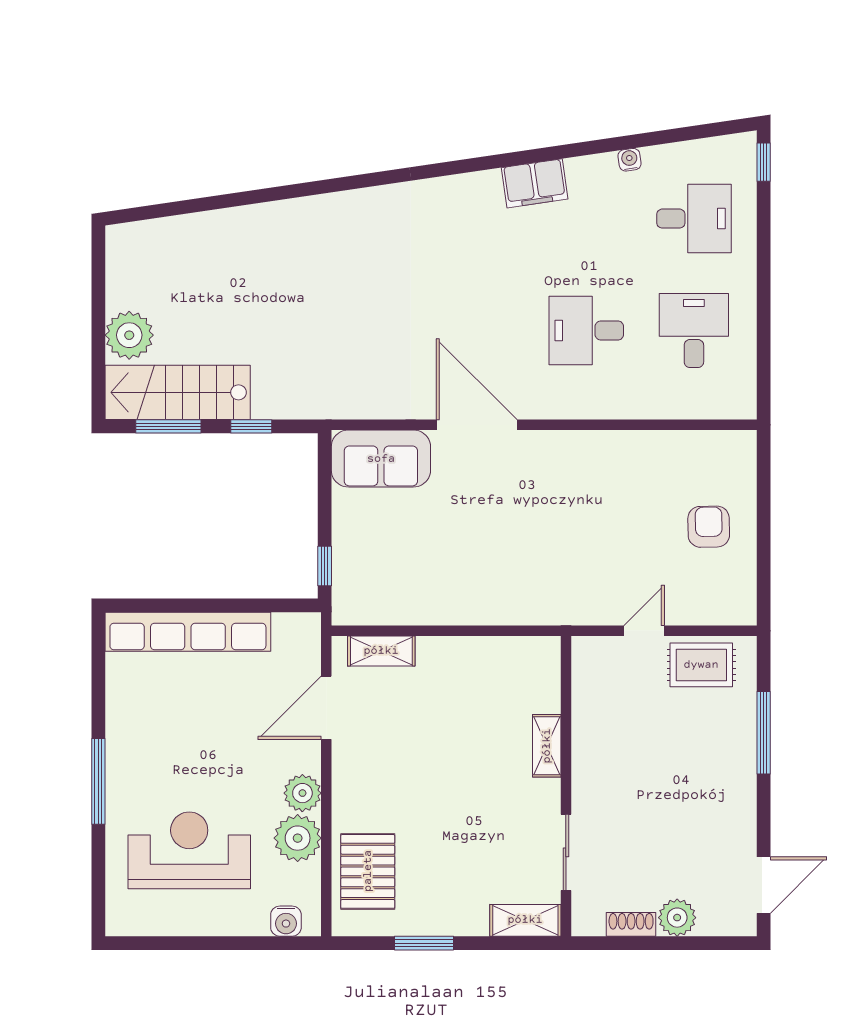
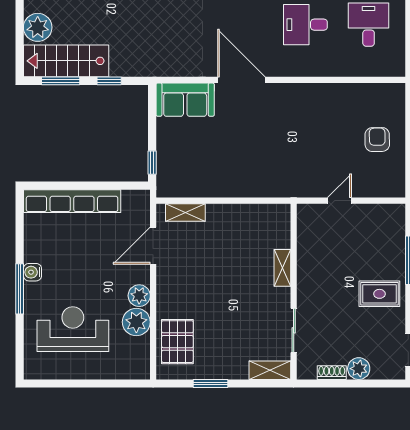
rug: (701, 665) -> (379, 294), moved
water cooler: (286, 921) -> (32, 272), moved, turned 90

